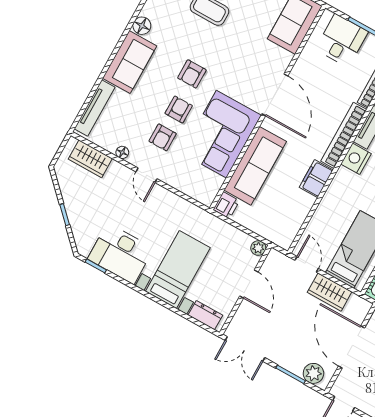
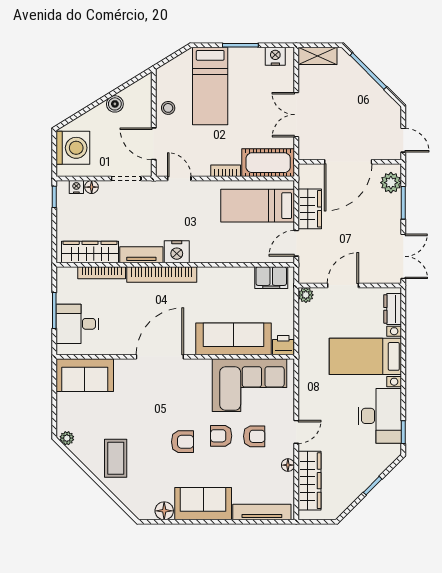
corner sofa: (221, 134) -> (249, 385), moved
wardrobe: (90, 159) -> (310, 481), width x1.50
filing cabinet: (316, 179) -> (271, 278), moved

